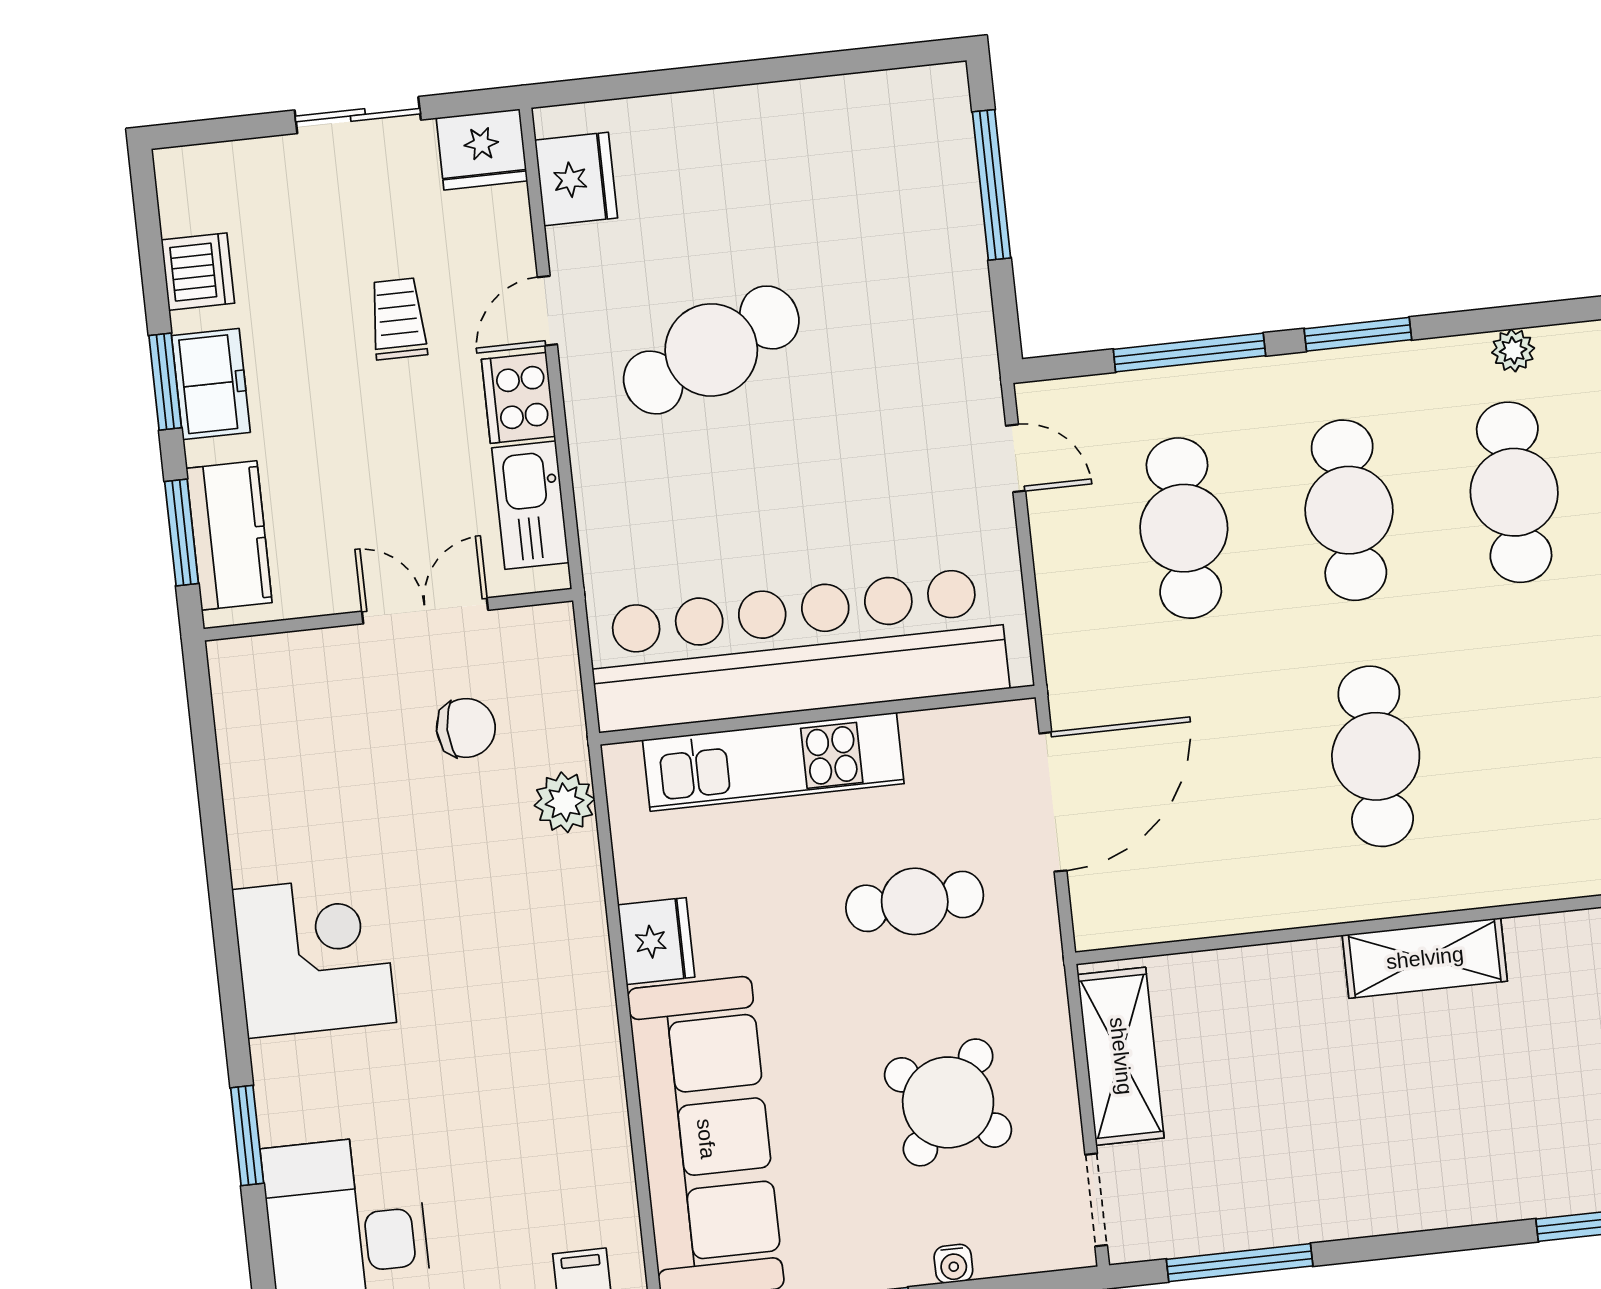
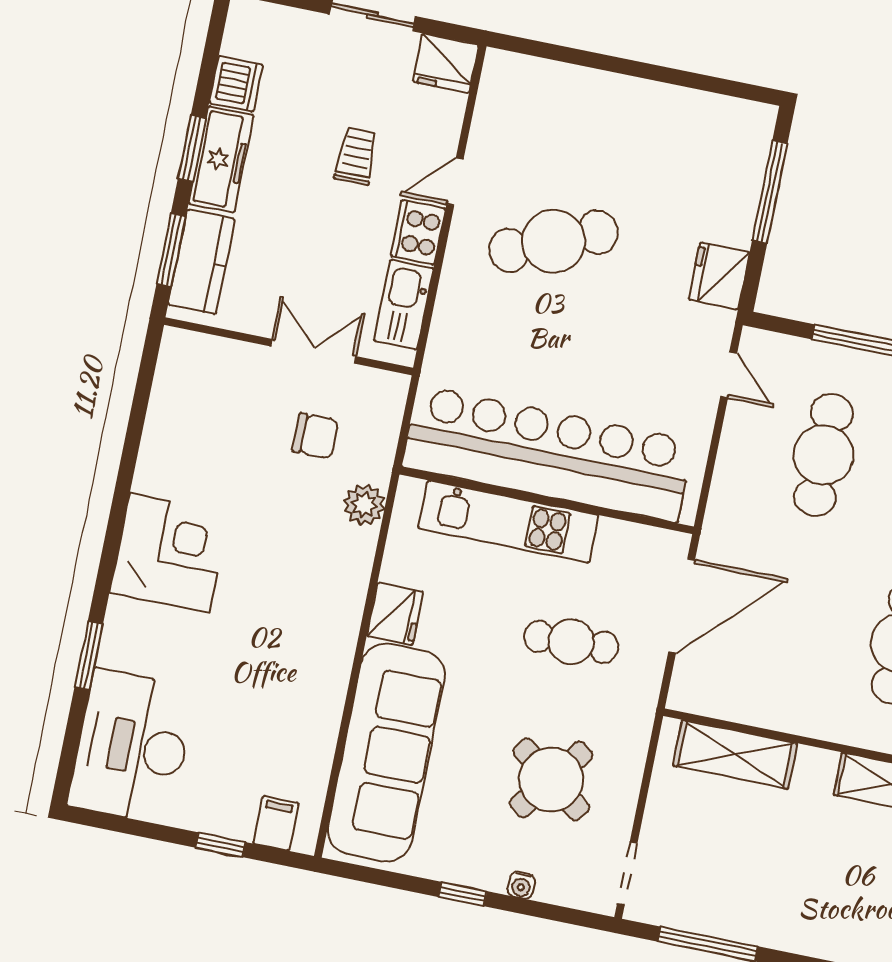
fridge: (576, 179) -> (719, 276), moved, turned 180
freezer: (211, 384) -> (221, 160), width x1.40
shelving: (1121, 1056) -> (735, 754), moved, turned 90

